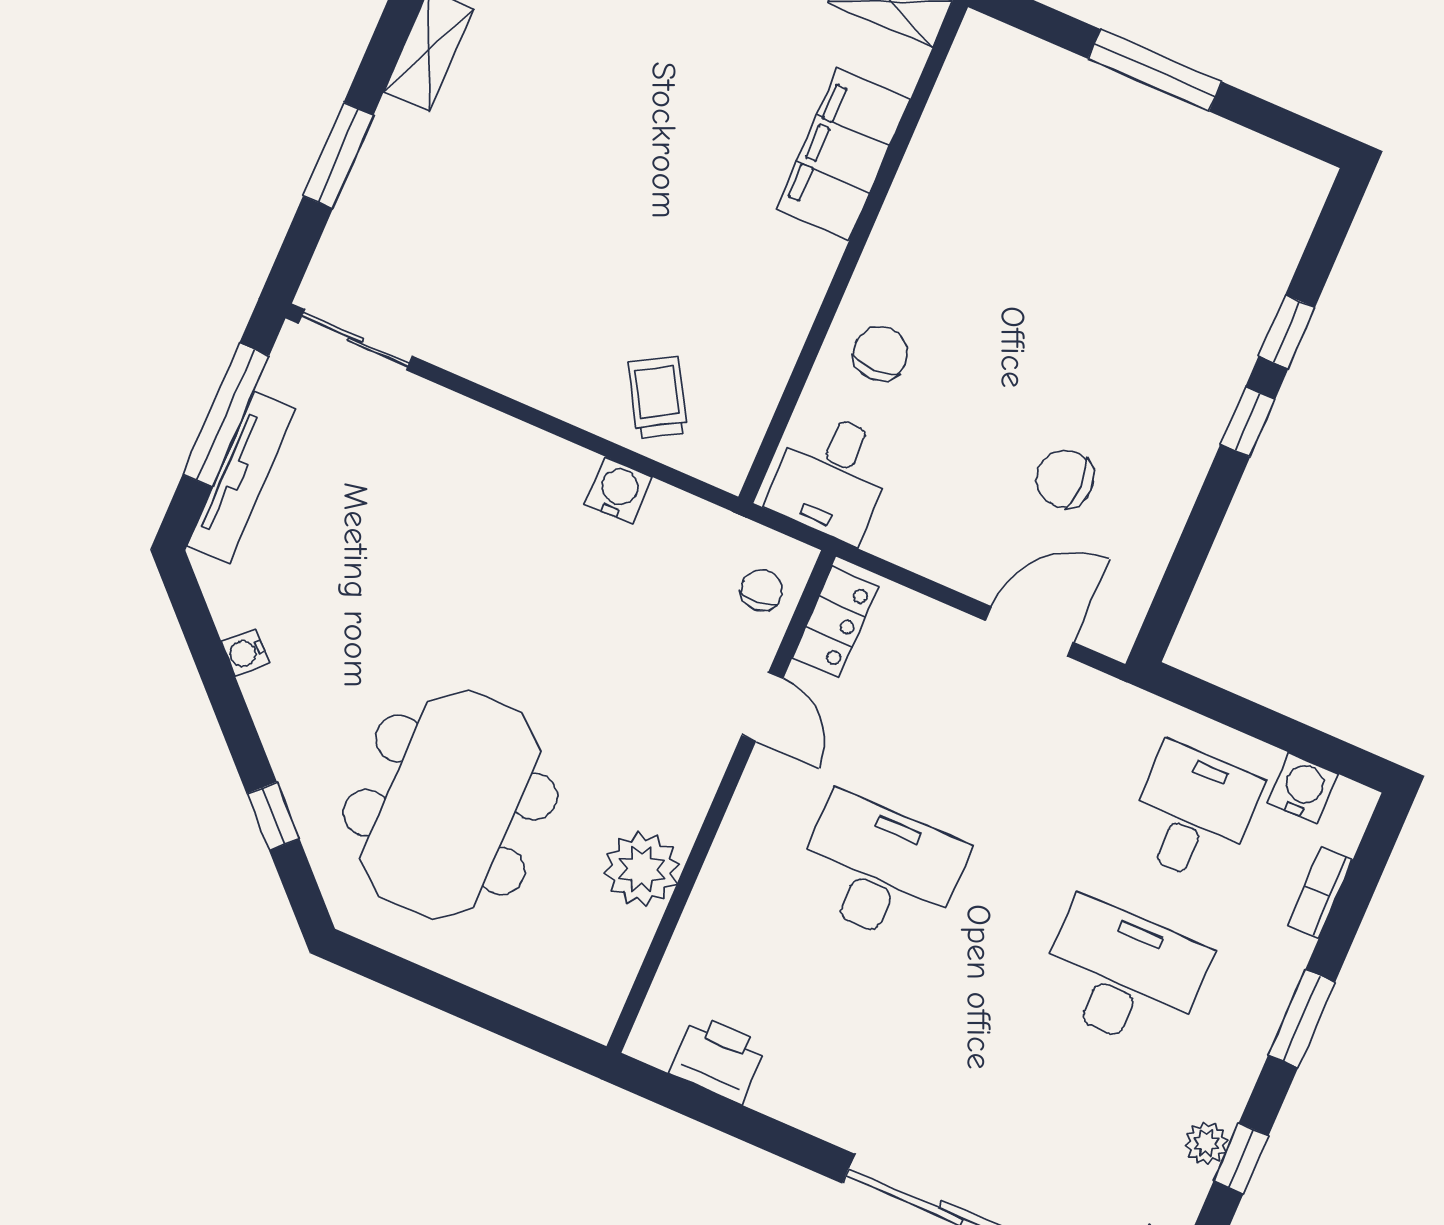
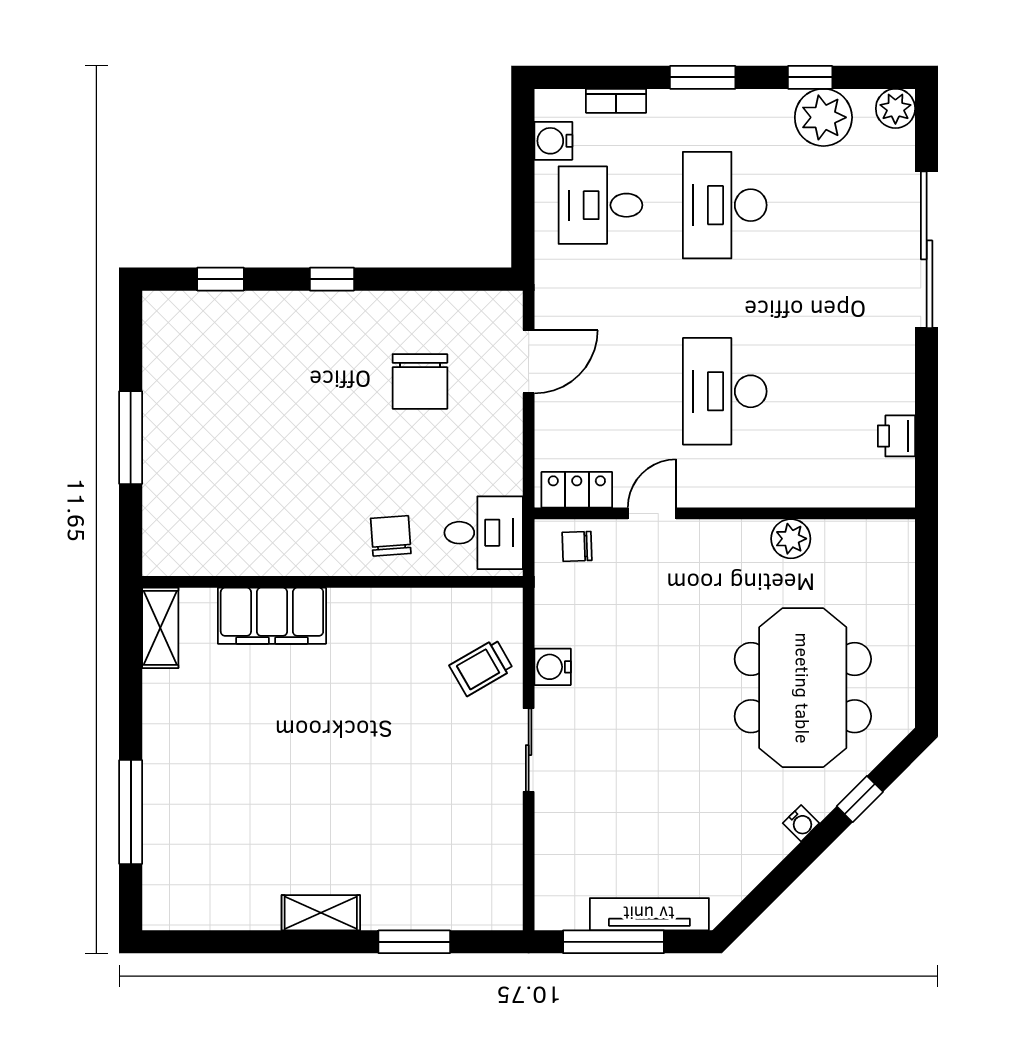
window: (1287, 332) -> (221, 279), moved
sliding door: (356, 340) -> (529, 750), moved
chair: (880, 354) -> (391, 536), turned 86
chair: (1065, 479) -> (420, 381), width x1.37, depth x1.37
door: (1029, 631) -> (529, 362), swing flipped
water cooler: (246, 653) -> (801, 823), moved
meeting table: (450, 805) -> (803, 688), turned 90
plant: (642, 869) -> (791, 539), width x0.73, depth x0.73
printer: (718, 1059) -> (896, 436), width x0.73, depth x0.81
plant: (1206, 1143) -> (823, 117), width x1.88, depth x1.88

